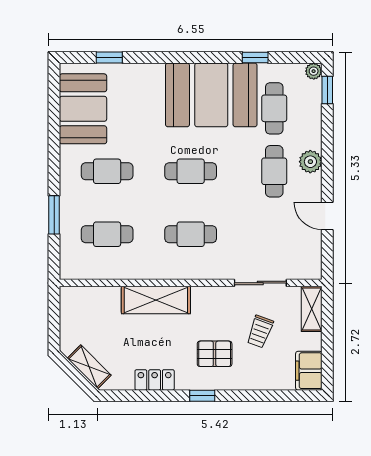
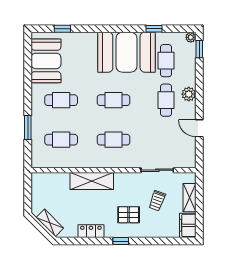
shelving: (312, 309) -> (189, 198), moved

